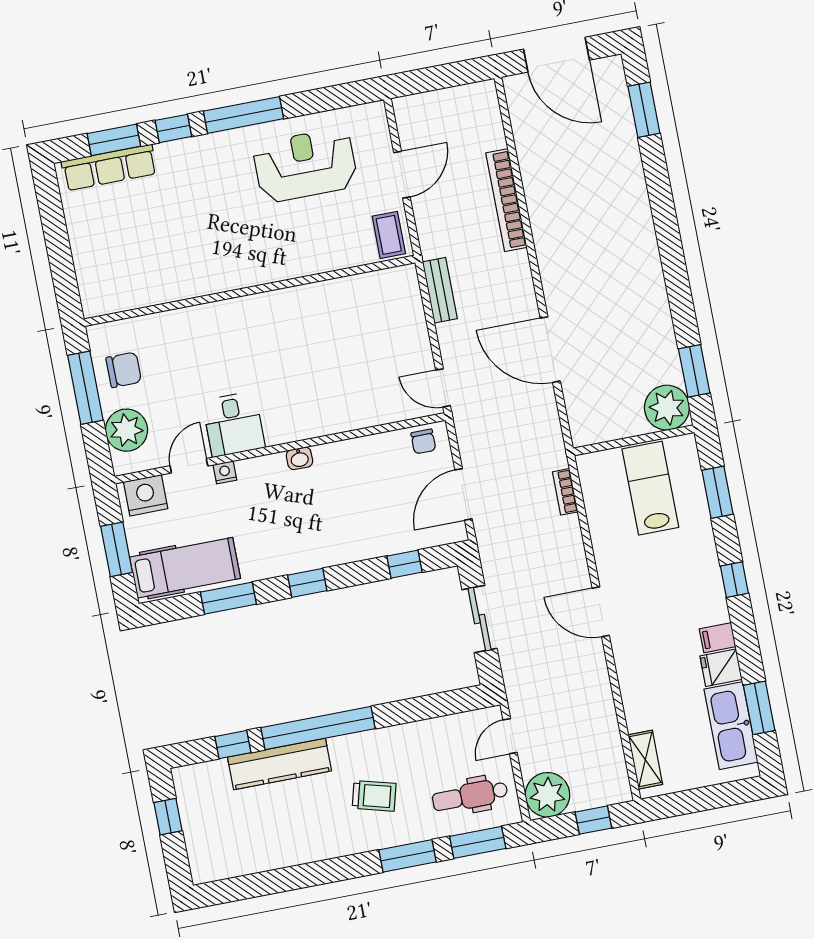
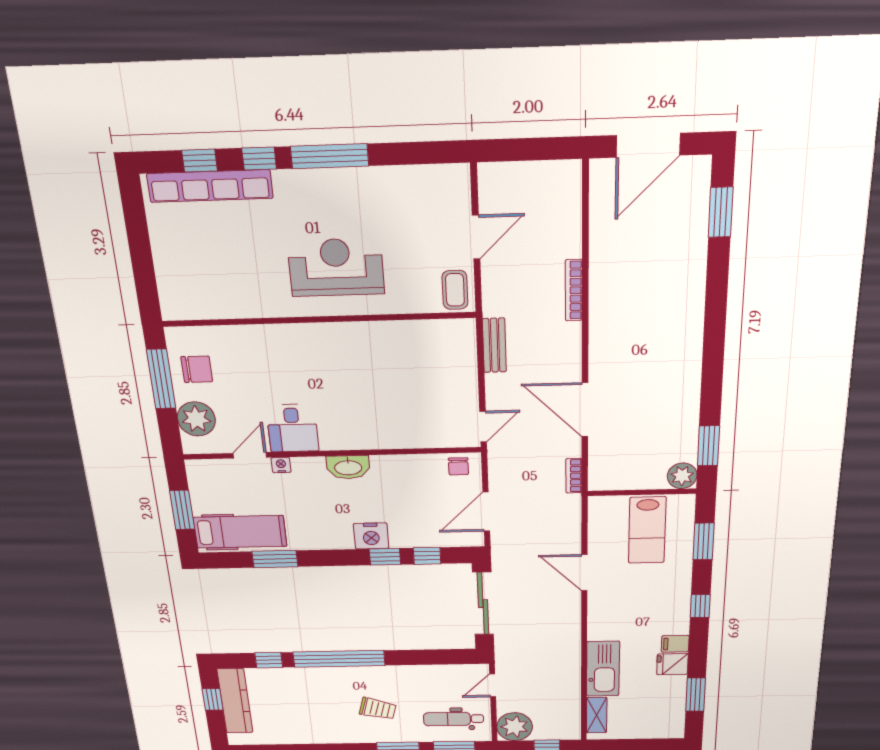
door: (557, 55) -> (648, 145), hinge flipped
window: (114, 140) -> (200, 161), width x0.67
reception desk: (305, 165) -> (336, 267), moved
row of seats: (109, 168) -> (210, 186), width x1.36
bookcase: (506, 200) -> (574, 290), width x0.68, depth x0.76
door: (443, 388) -> (483, 427), swing flipped
plant: (667, 408) -> (682, 476), width x0.73, depth x0.73
washbasin: (299, 458) -> (348, 467), width x1.91, depth x1.45
lab bench: (650, 488) -> (647, 530), turned 180
bookcase: (565, 492) -> (574, 476), moved
nightstand: (146, 495) -> (371, 536), moved, turned 180
window: (307, 583) -> (385, 557), moved
door: (601, 612) -> (584, 573), moved
sliding door: (480, 619) -> (483, 604), width x1.37
kitchen sink: (731, 726) -> (603, 669), moved, turned 180
kitchen counter: (280, 764) -> (235, 701), moved, turned -90

